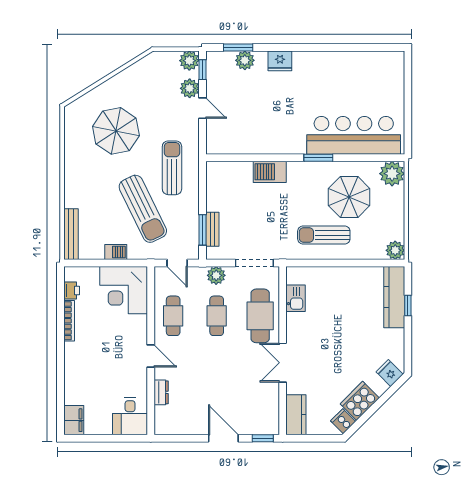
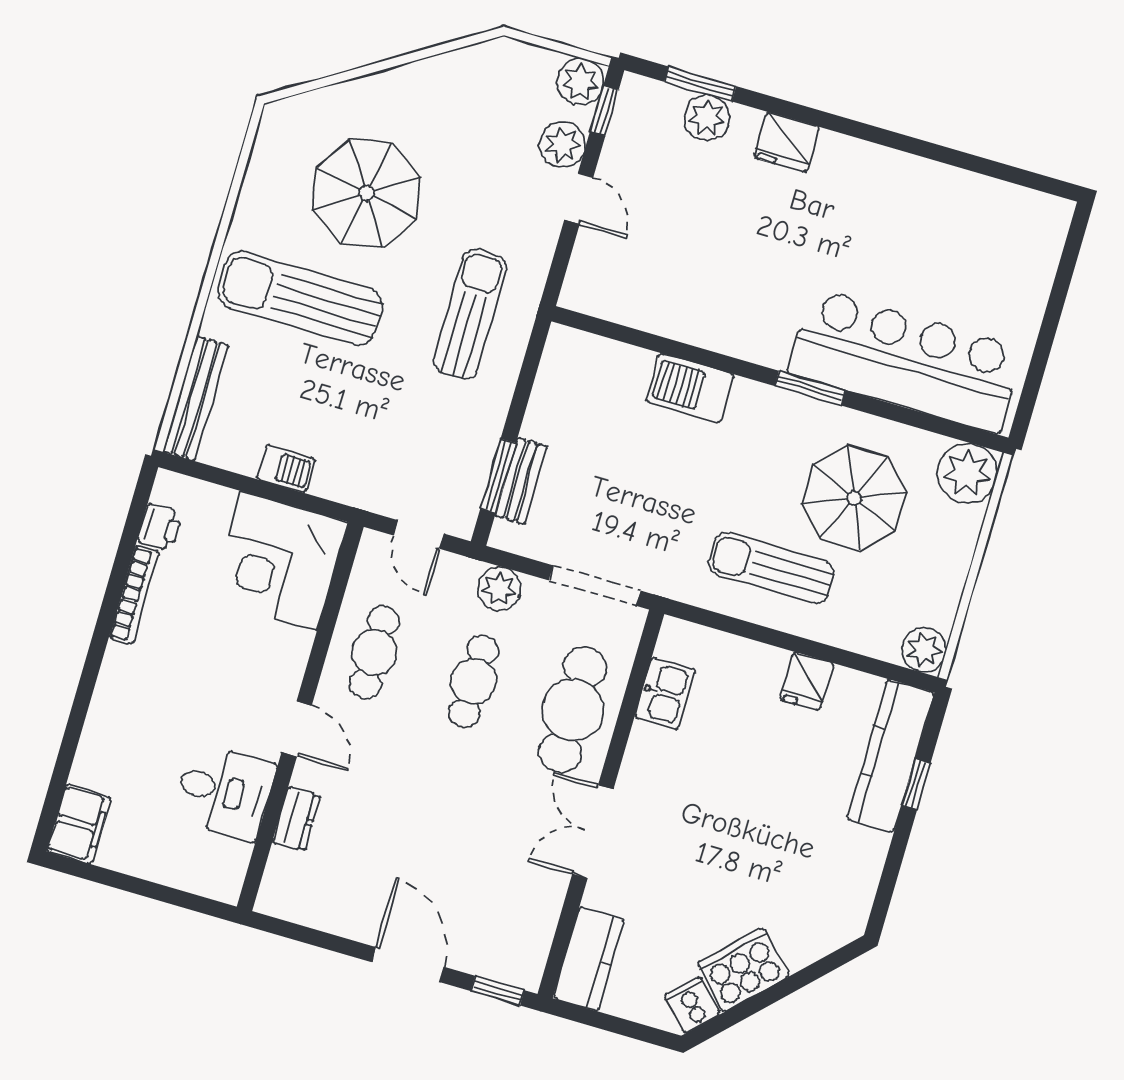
sun lounger: (143, 209) -> (300, 298), moved, turned 116
fridge: (390, 373) -> (807, 681), moved, turned -135
desk: (130, 416) -> (224, 791), moved, turned -90

